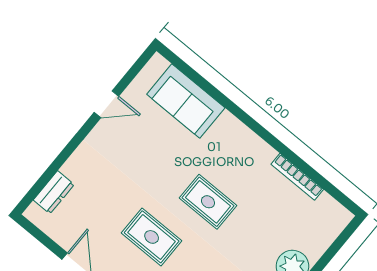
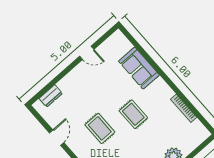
sofa: (186, 101) -> (139, 68), moved

